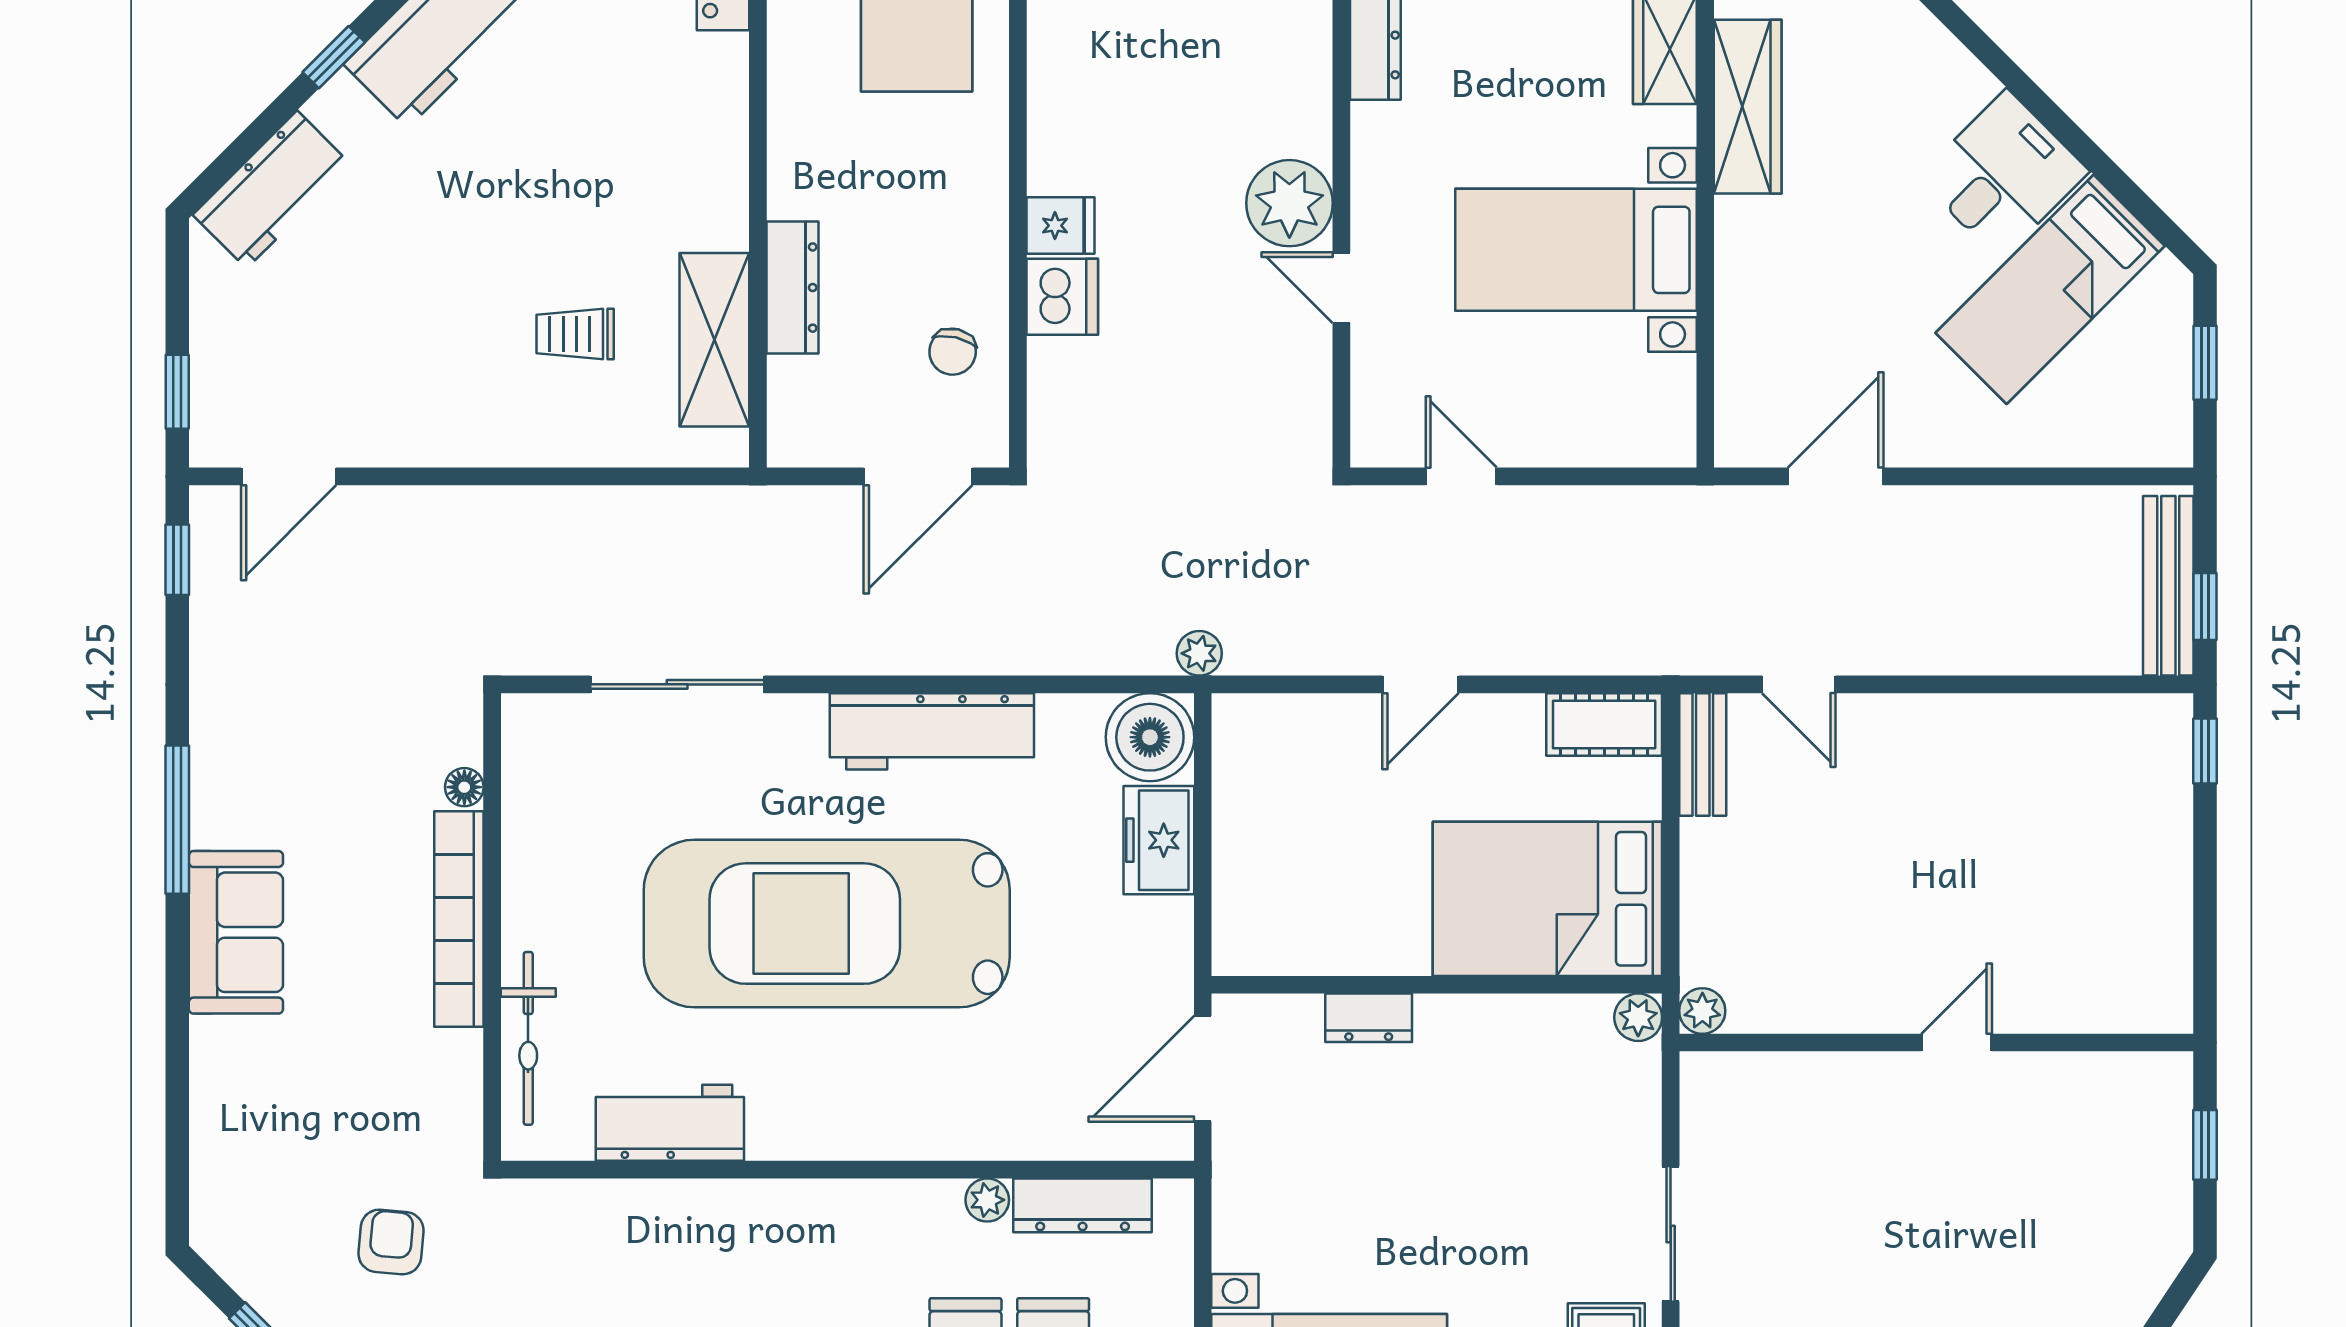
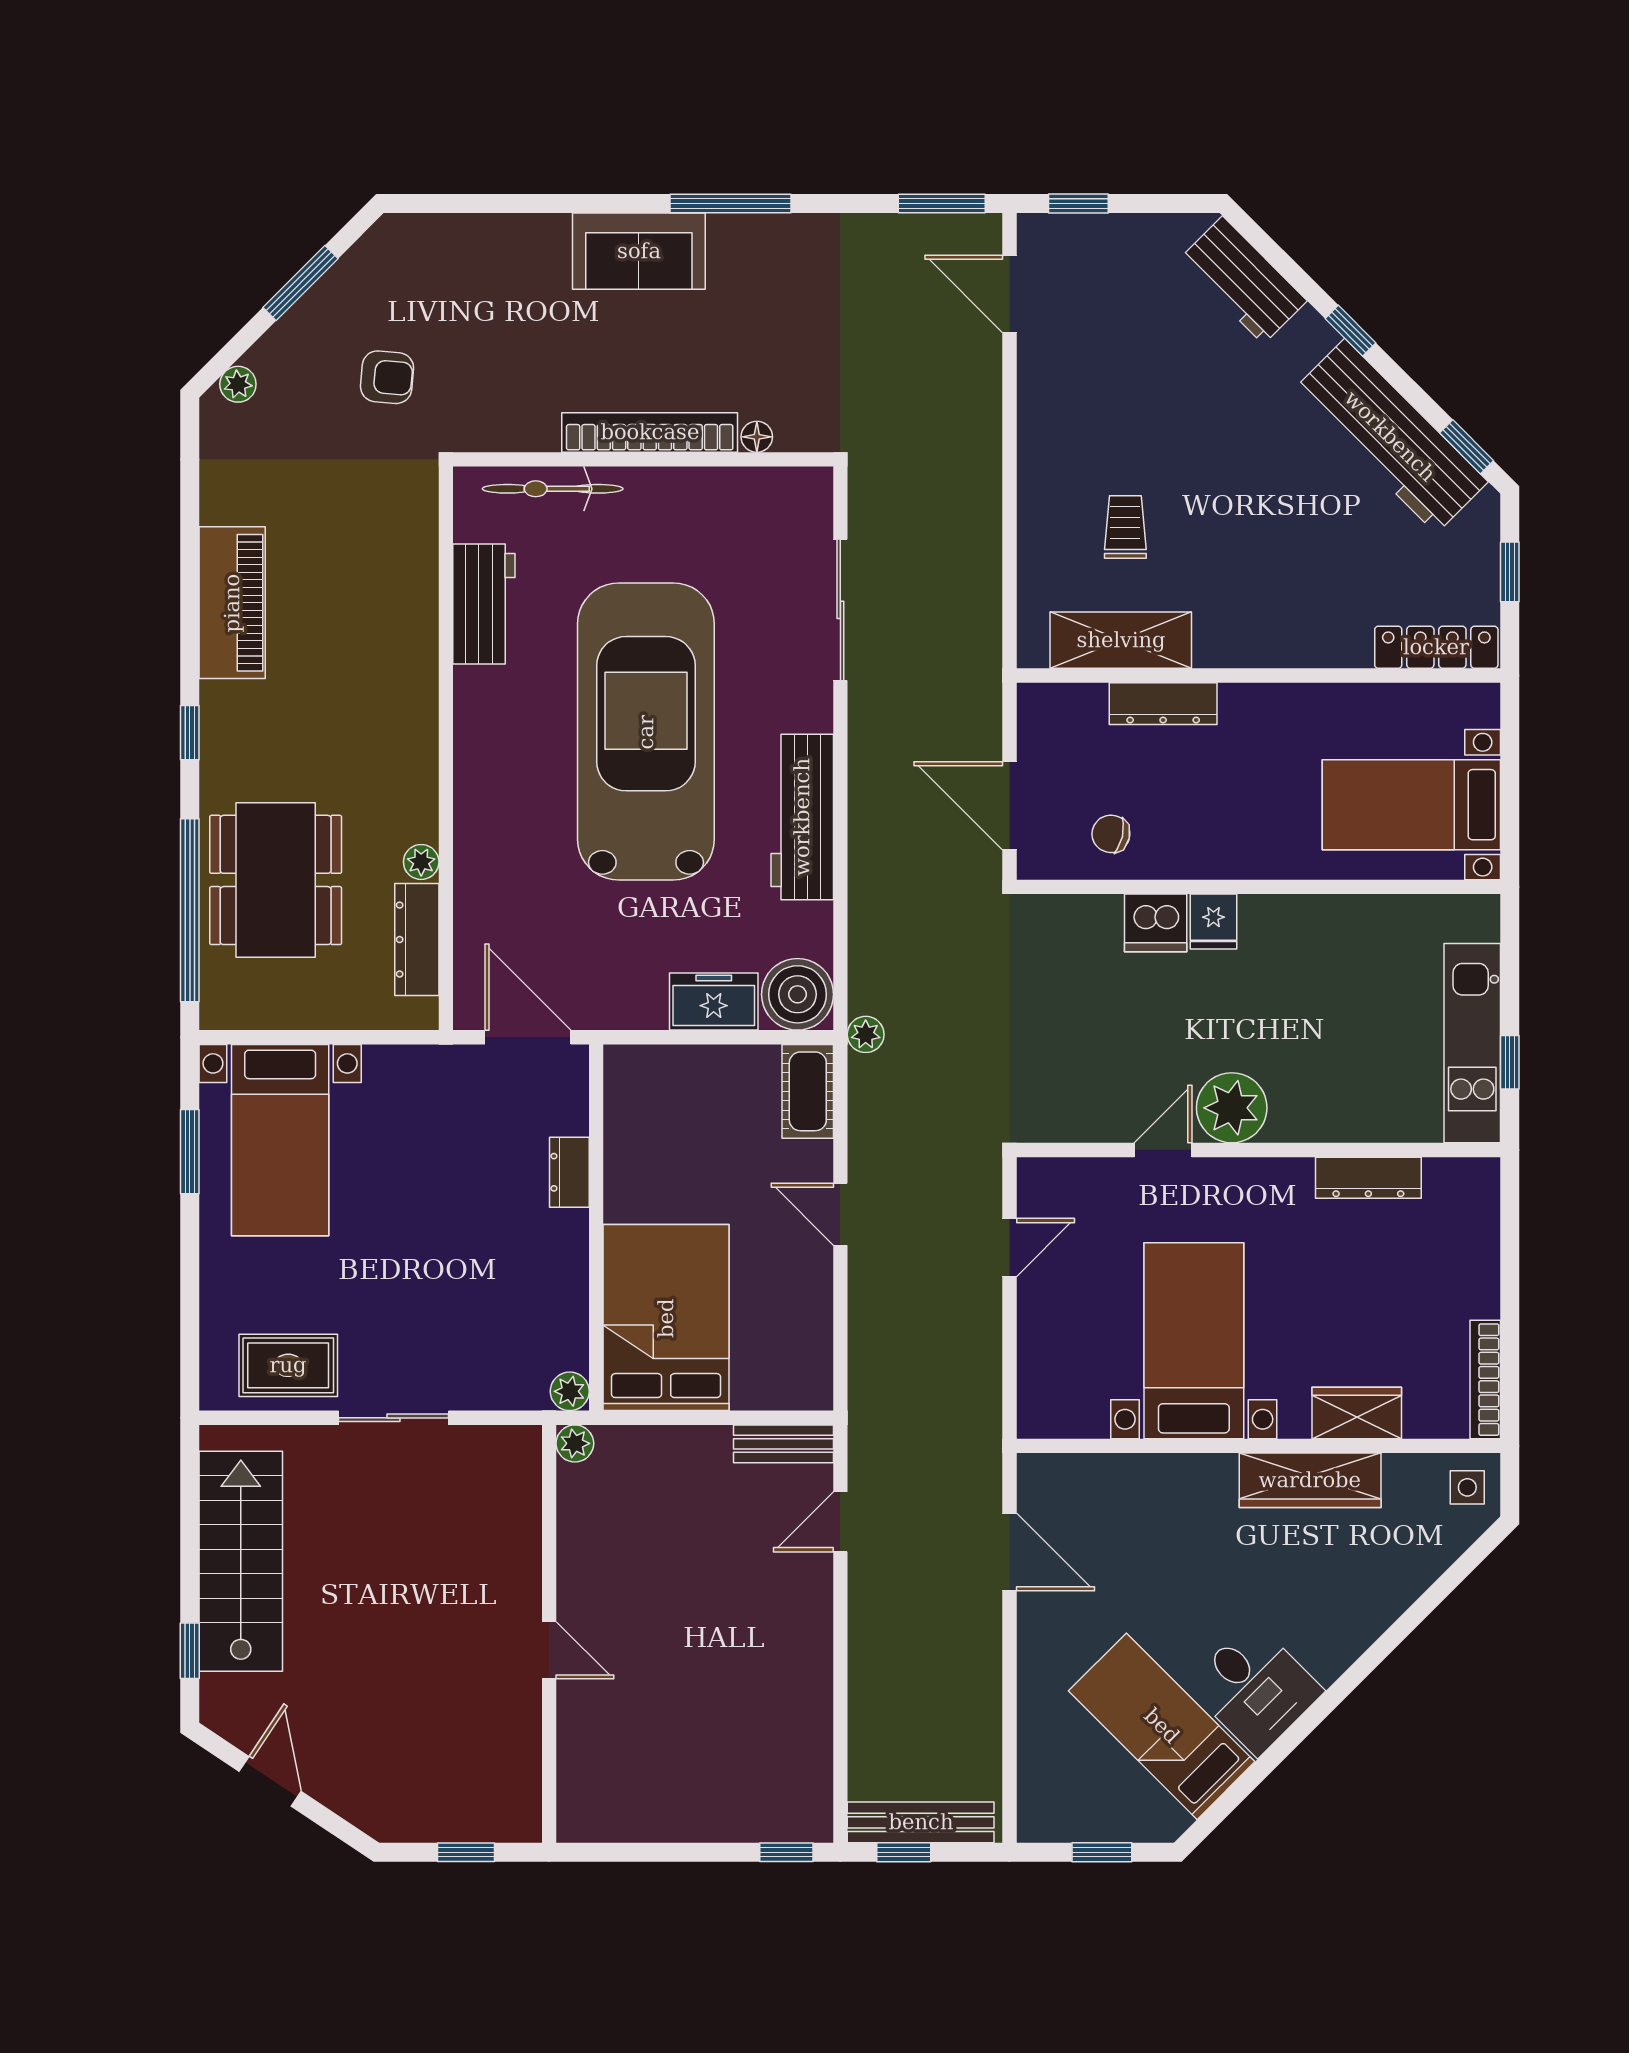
window: (177, 560) -> (942, 203), width x1.50
cot: (1604, 724) -> (808, 1091), moved

